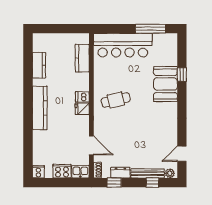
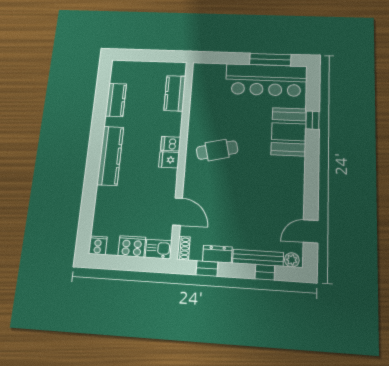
bar counter: (123, 45) -> (266, 80), moved

